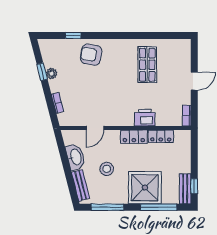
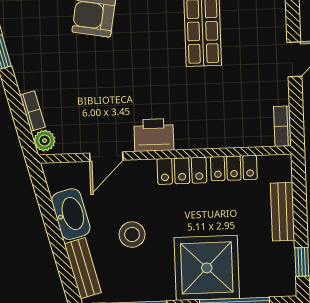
plant: (52, 74) -> (45, 141), moved
printer: (145, 118) -> (154, 135), moved
bench: (185, 189) -> (283, 212), moved

